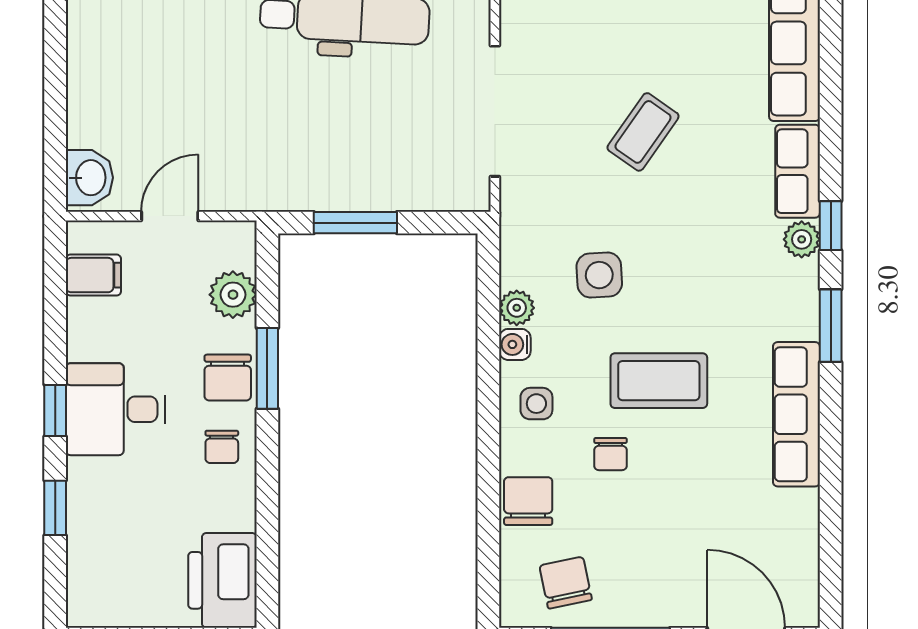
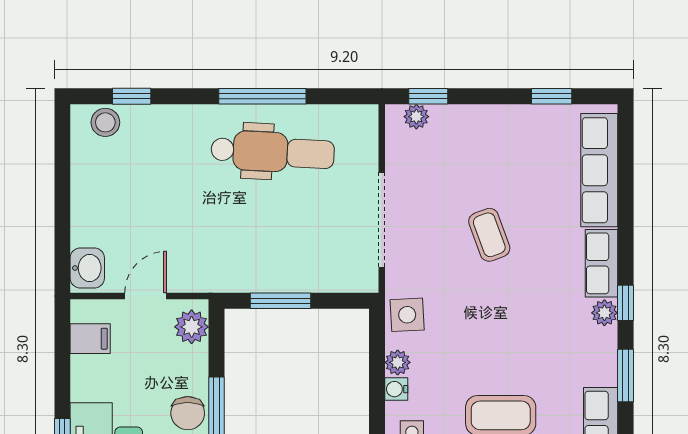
coffee table: (643, 132) -> (489, 235), turned -55
side table: (599, 275) -> (407, 315), moved
plant: (233, 295) -> (192, 327), moved

